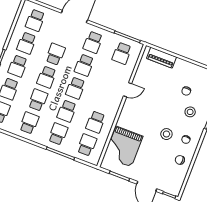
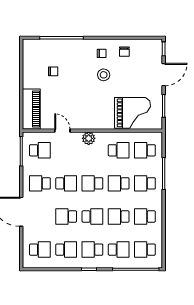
school desk: (93, 42) -> (40, 183), turned 180
piano: (162, 58) -> (31, 109), width x1.37, depth x1.33
school desk: (18, 66) -> (92, 250), turned 180
school desk: (75, 88) -> (92, 183), turned 180
door: (128, 90) -> (62, 131), moved
plant: (116, 100) -> (89, 138), added
school desk: (67, 111) -> (119, 183), turned 180
stool: (190, 112) -> (72, 60), removed

